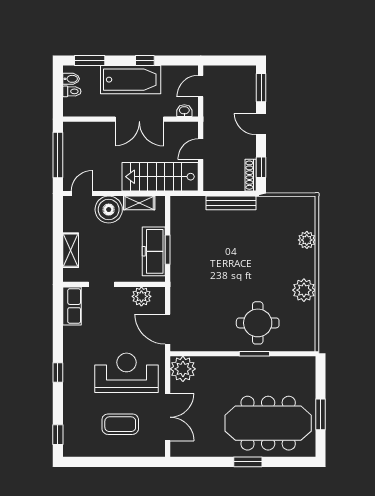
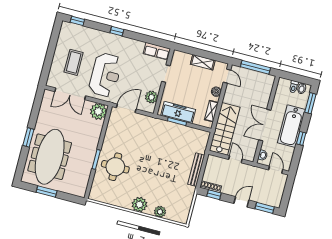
boiler: (109, 210) -> (216, 92), width x0.54, depth x0.54
shelving: (71, 250) -> (203, 62), moved
plant: (304, 290) -> (139, 204), moved

